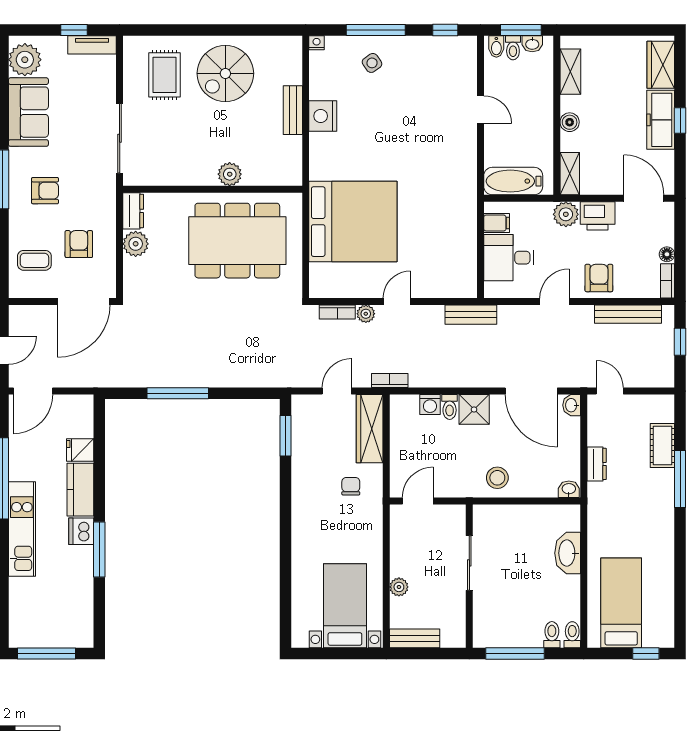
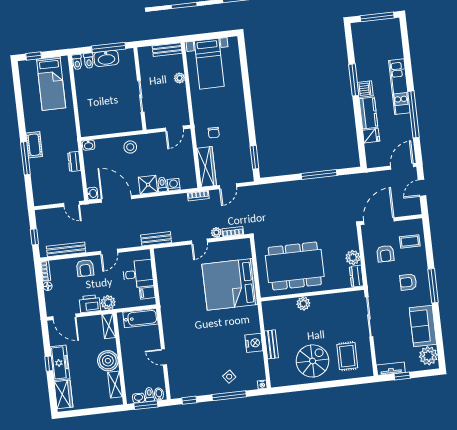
boiler: (570, 122) -> (108, 361), width x1.86, depth x1.86
cot: (662, 445) -> (34, 145), moved
washbasin: (568, 553) -> (106, 58), moved, turned 90

